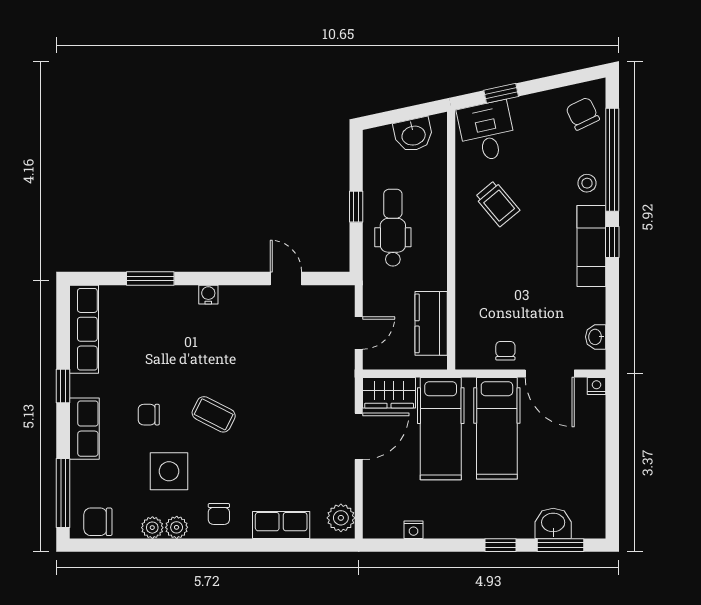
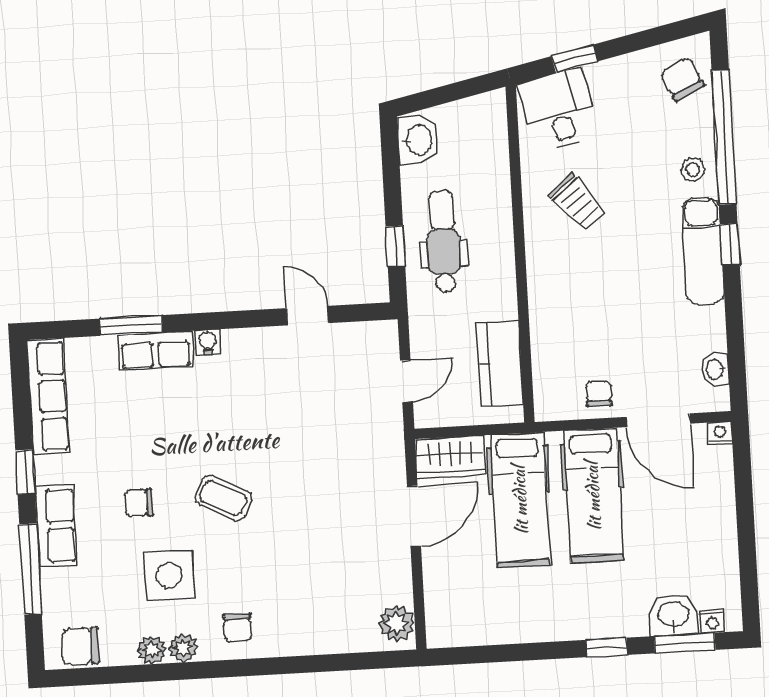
washbasin: (413, 135) -> (418, 140), moved, turned -78
window: (356, 207) -> (395, 246), moved
window: (63, 493) -> (31, 569), moved
row of seats: (281, 525) -> (156, 351), moved, turned 180
nightstand: (414, 530) -> (712, 621), moved

